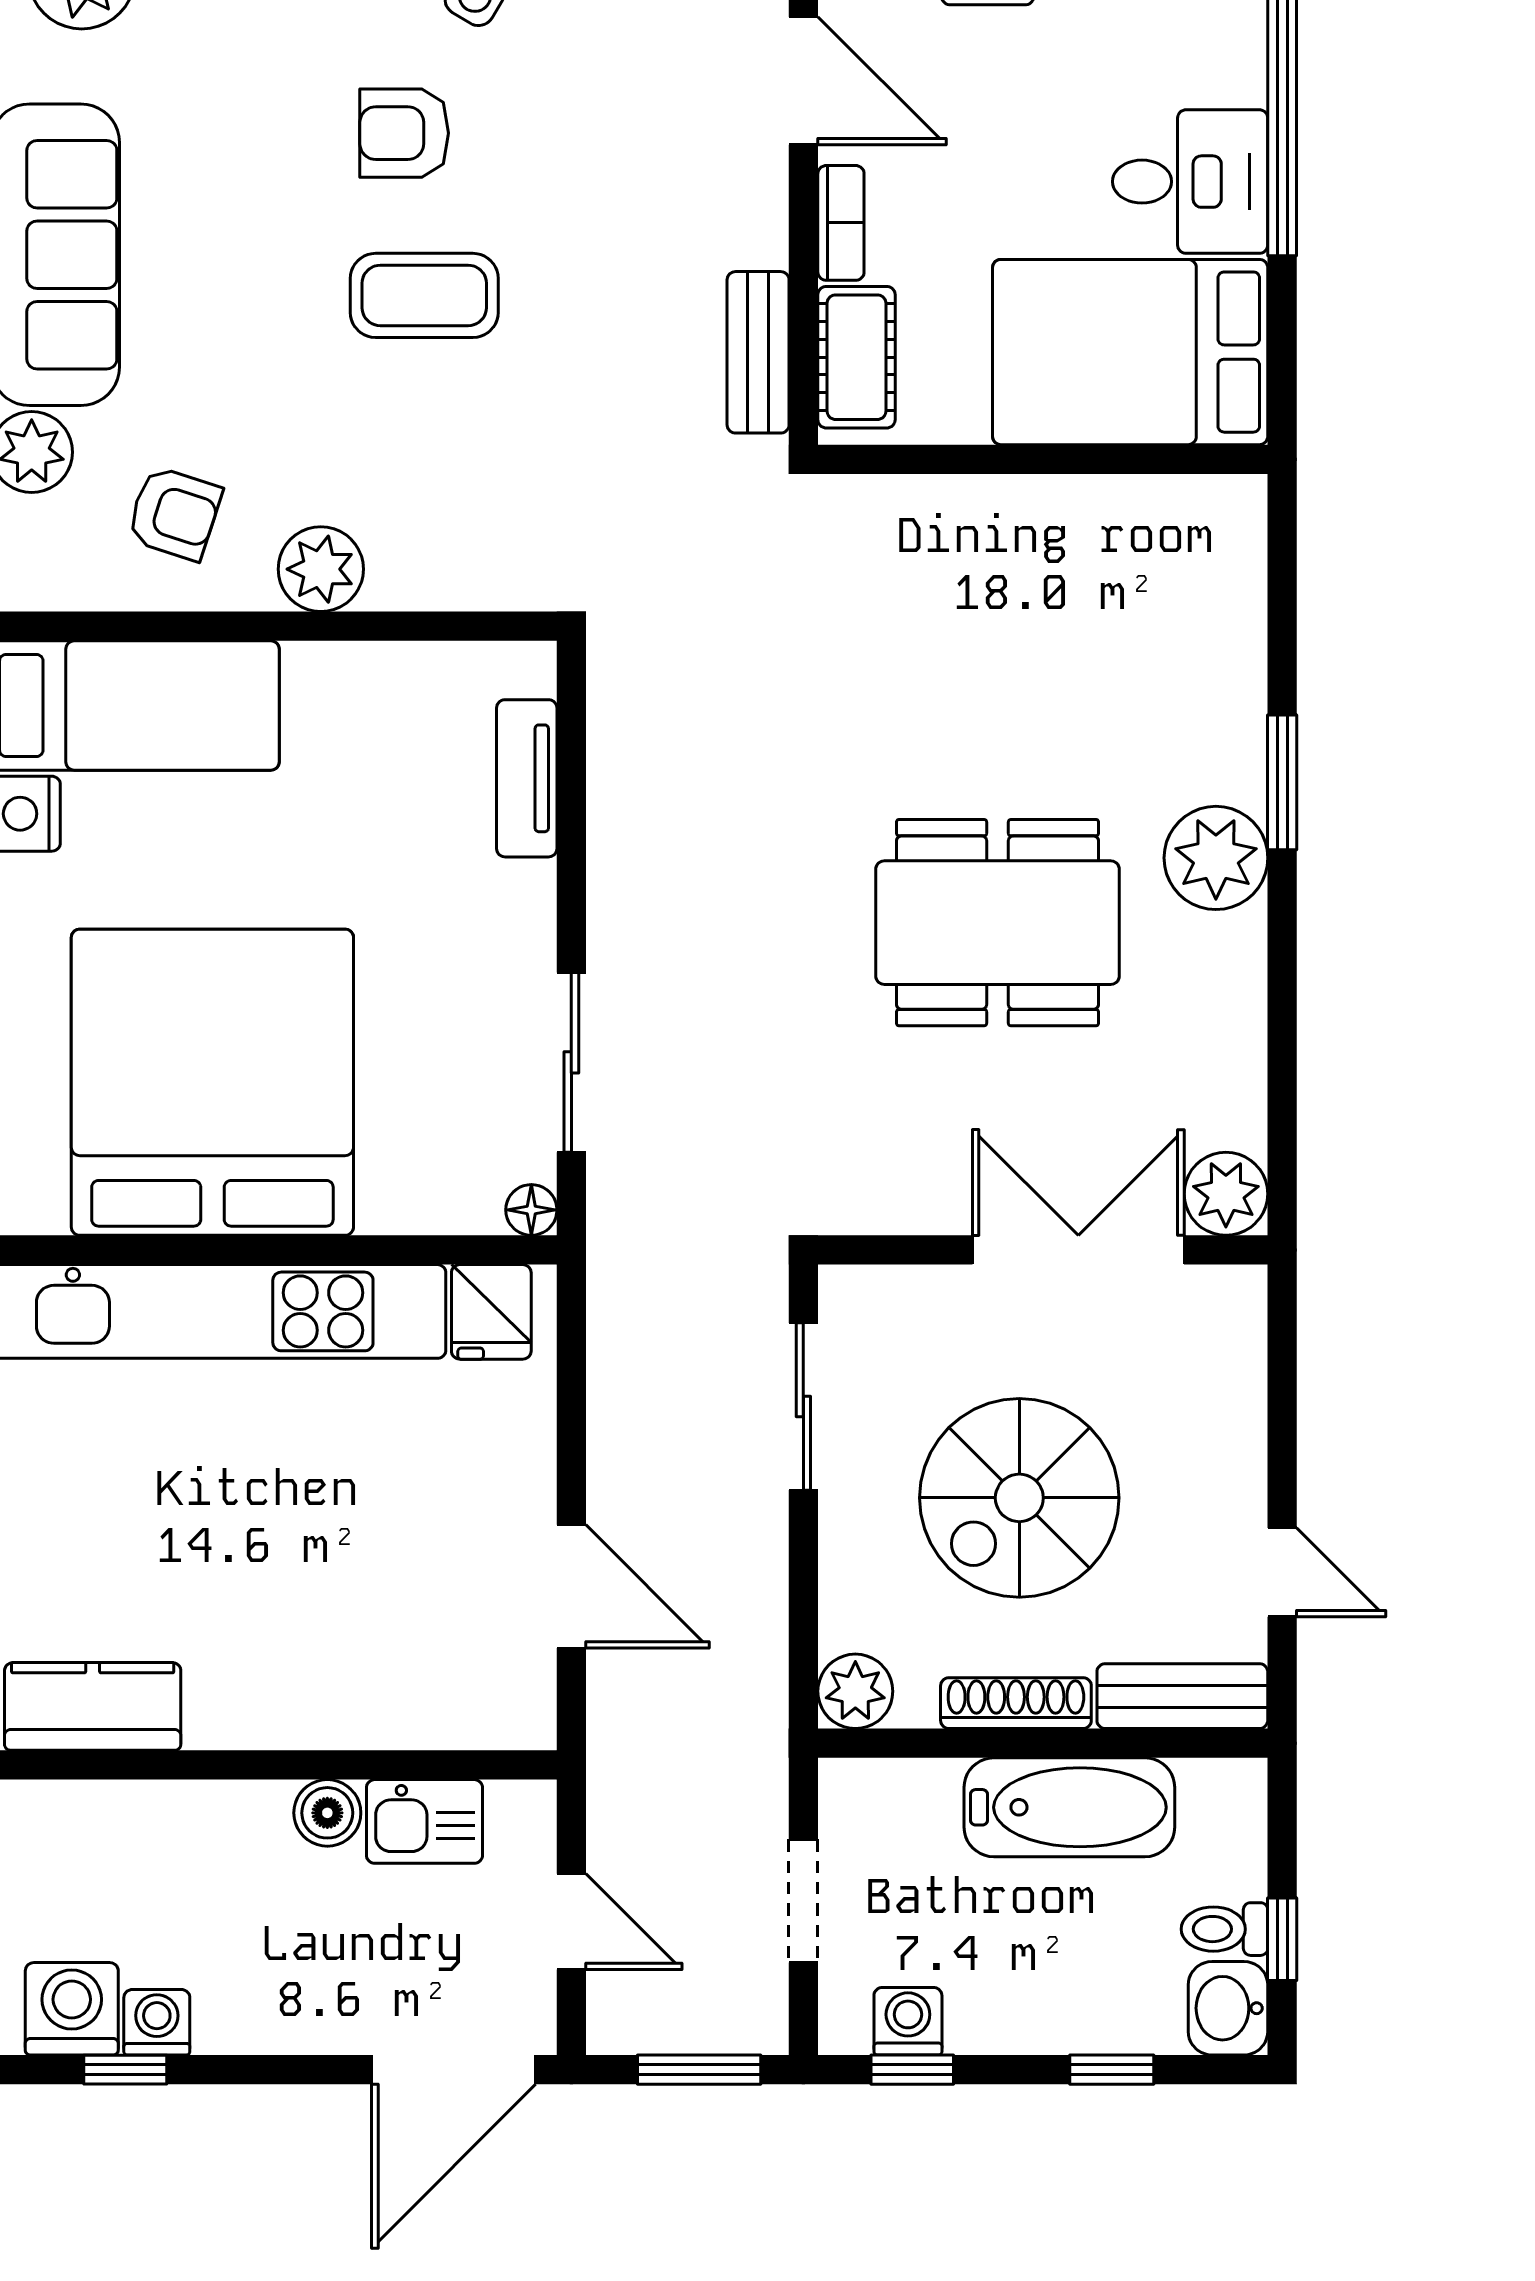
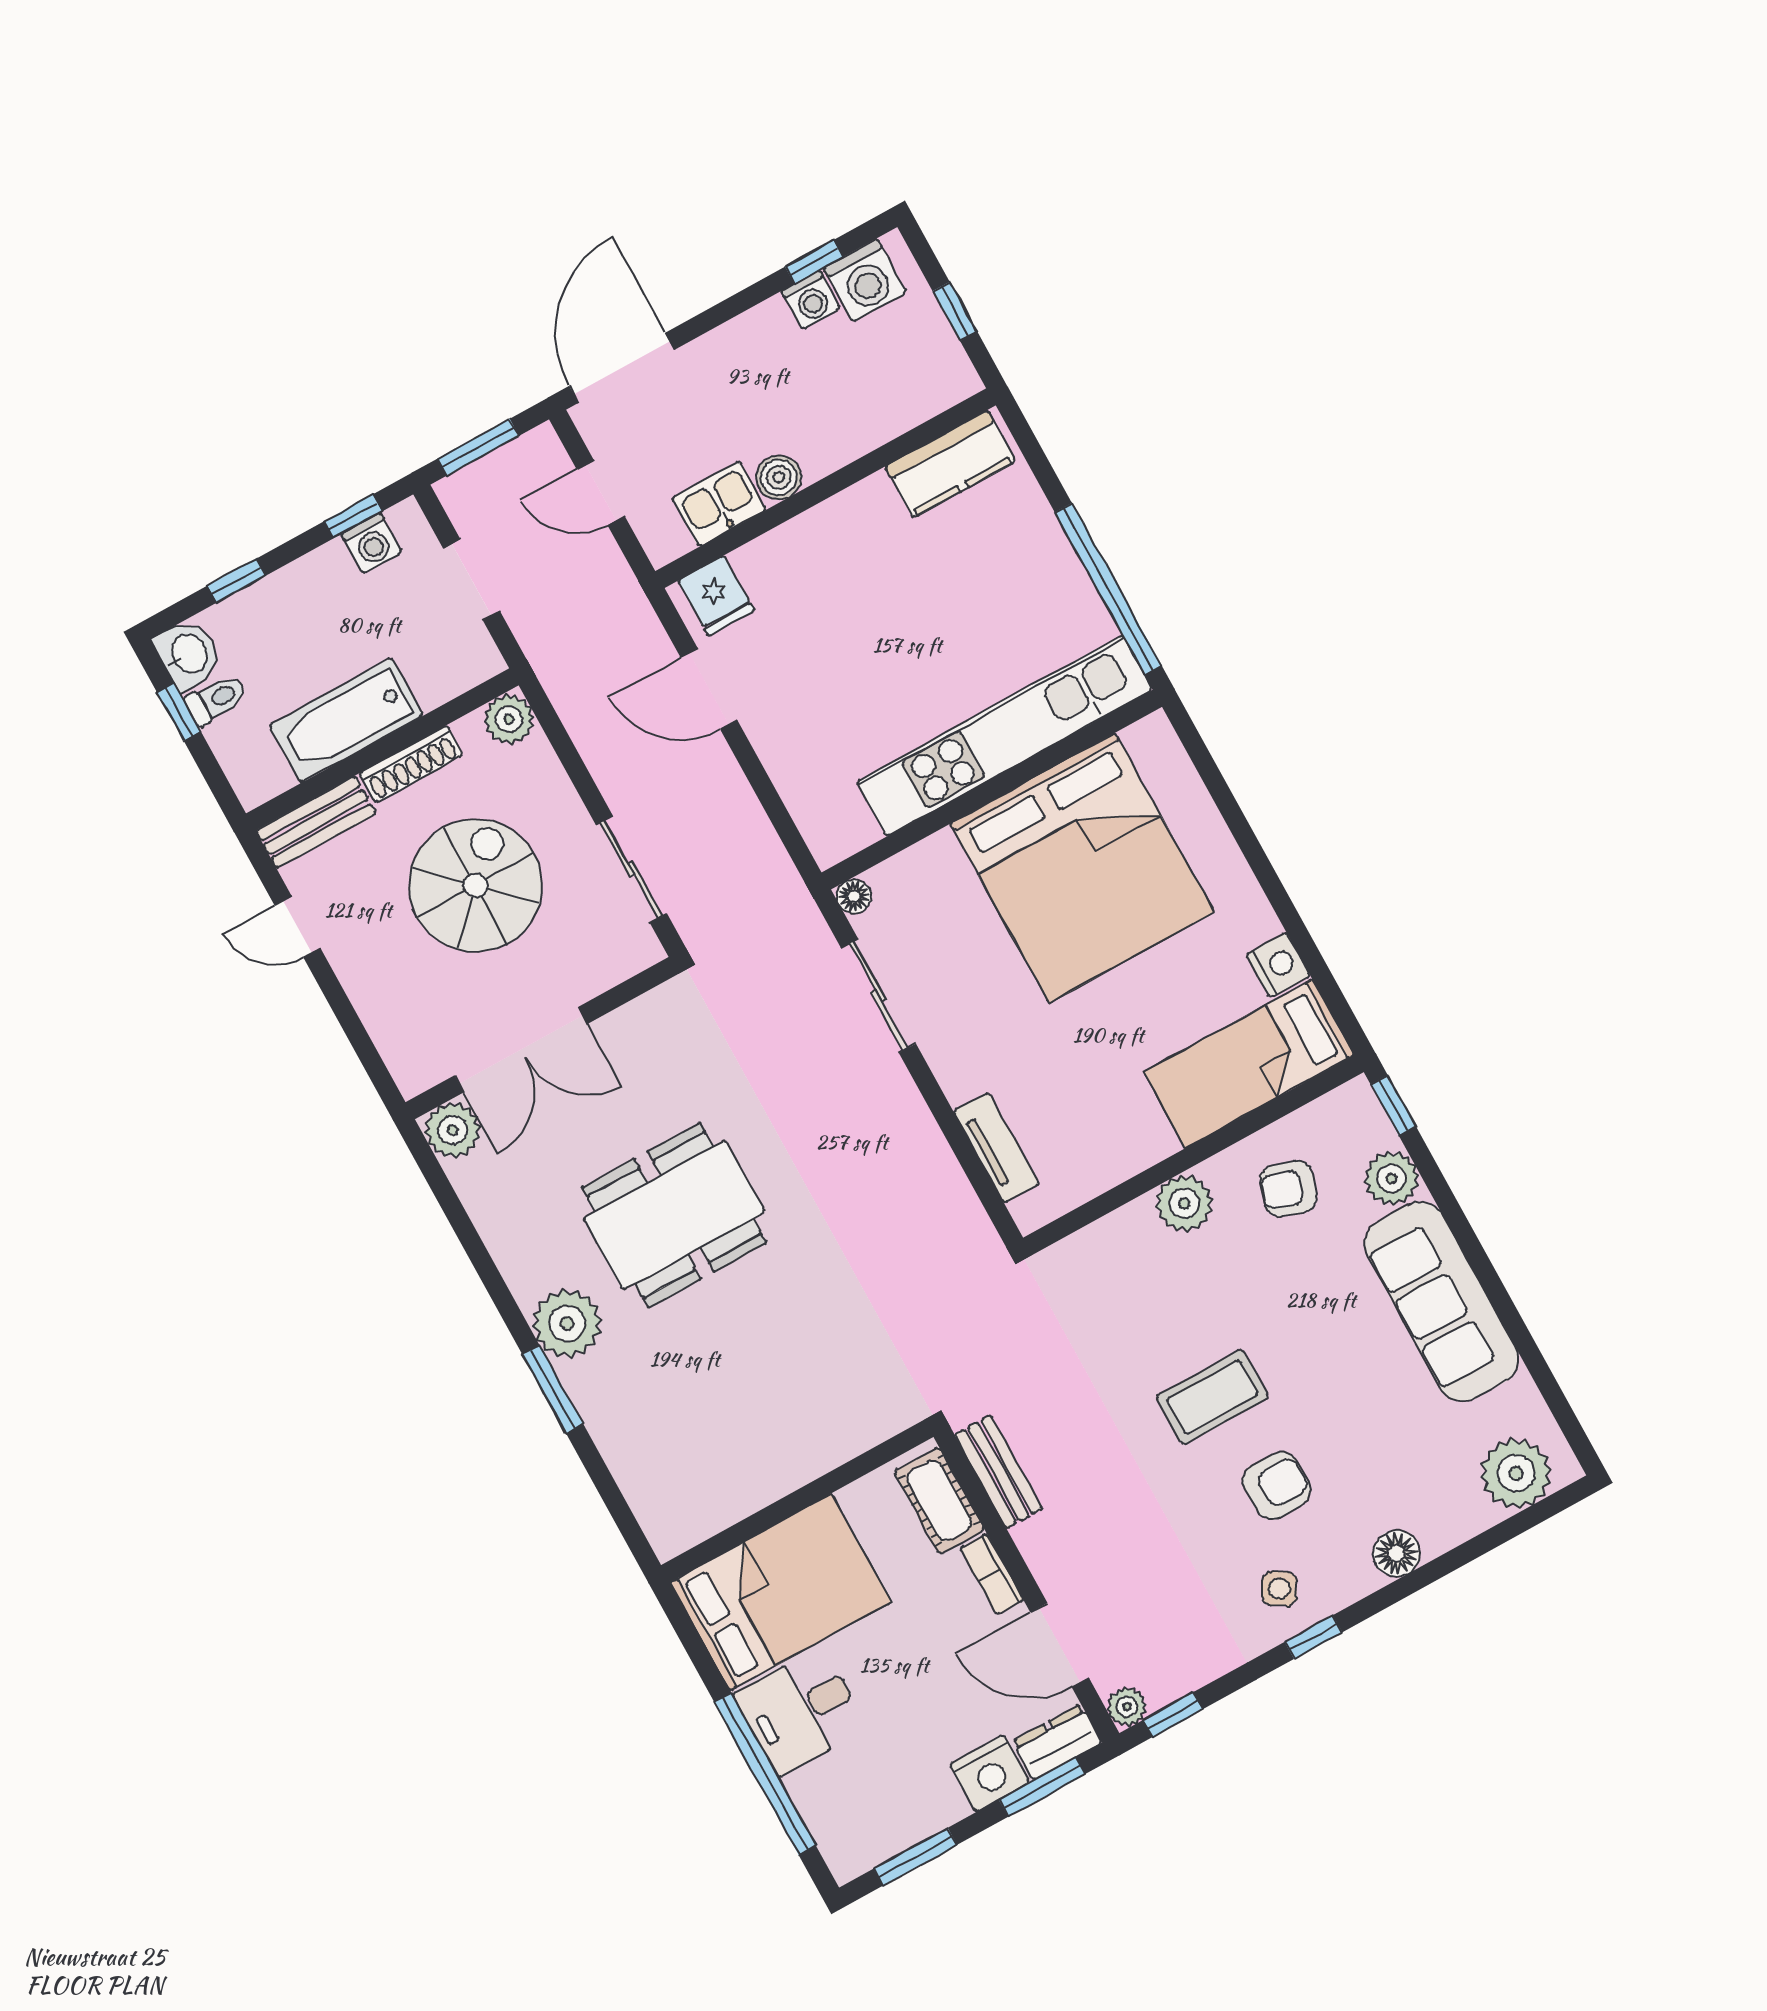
fridge: (491, 1312) -> (716, 596), moved, turned 180

